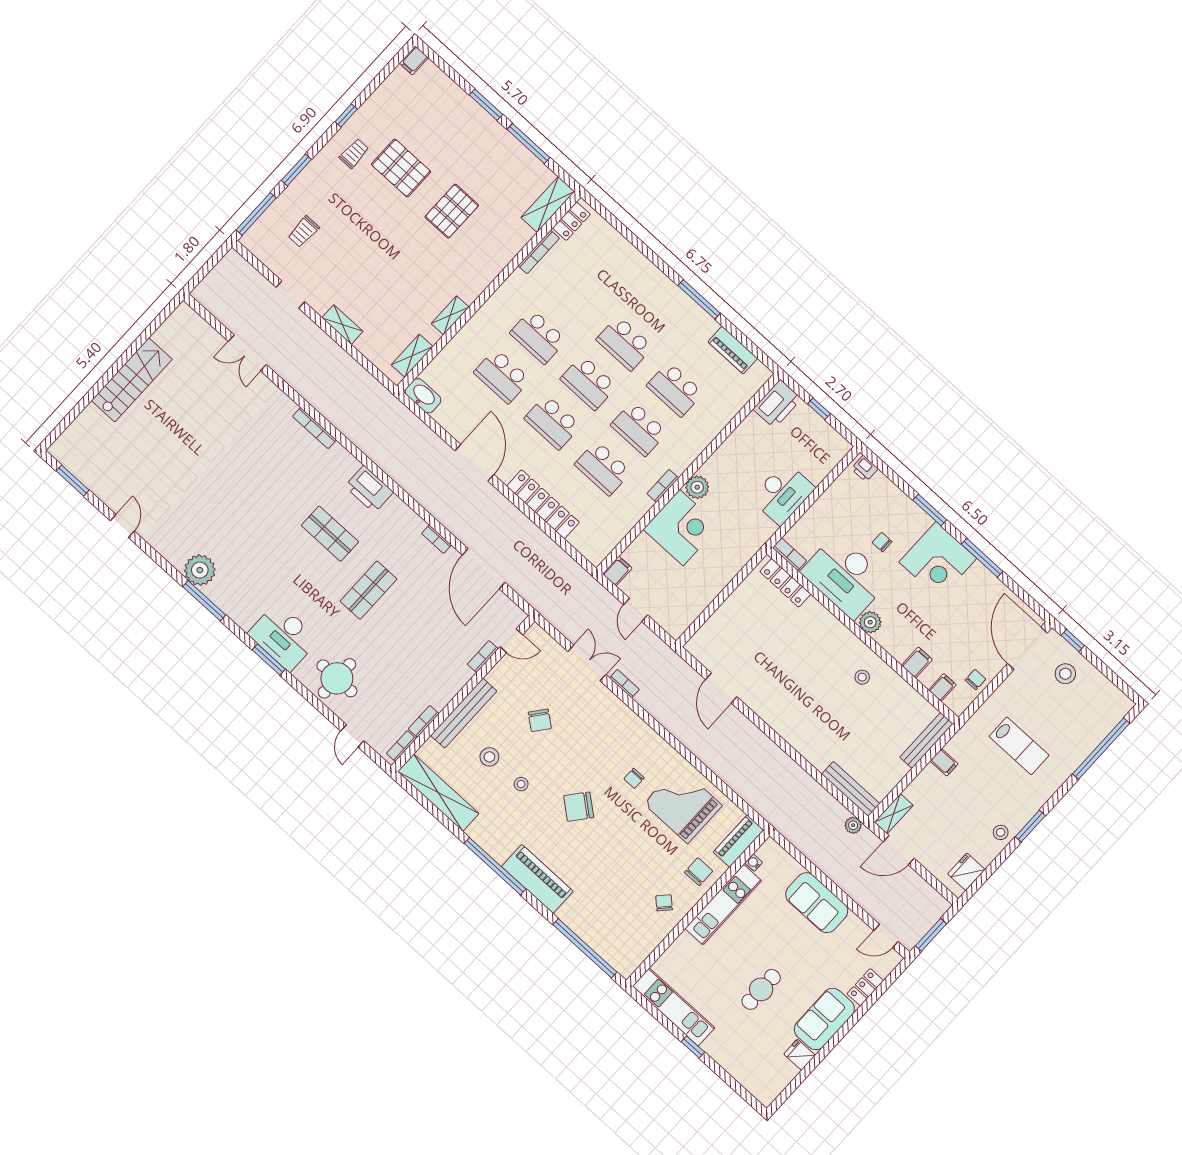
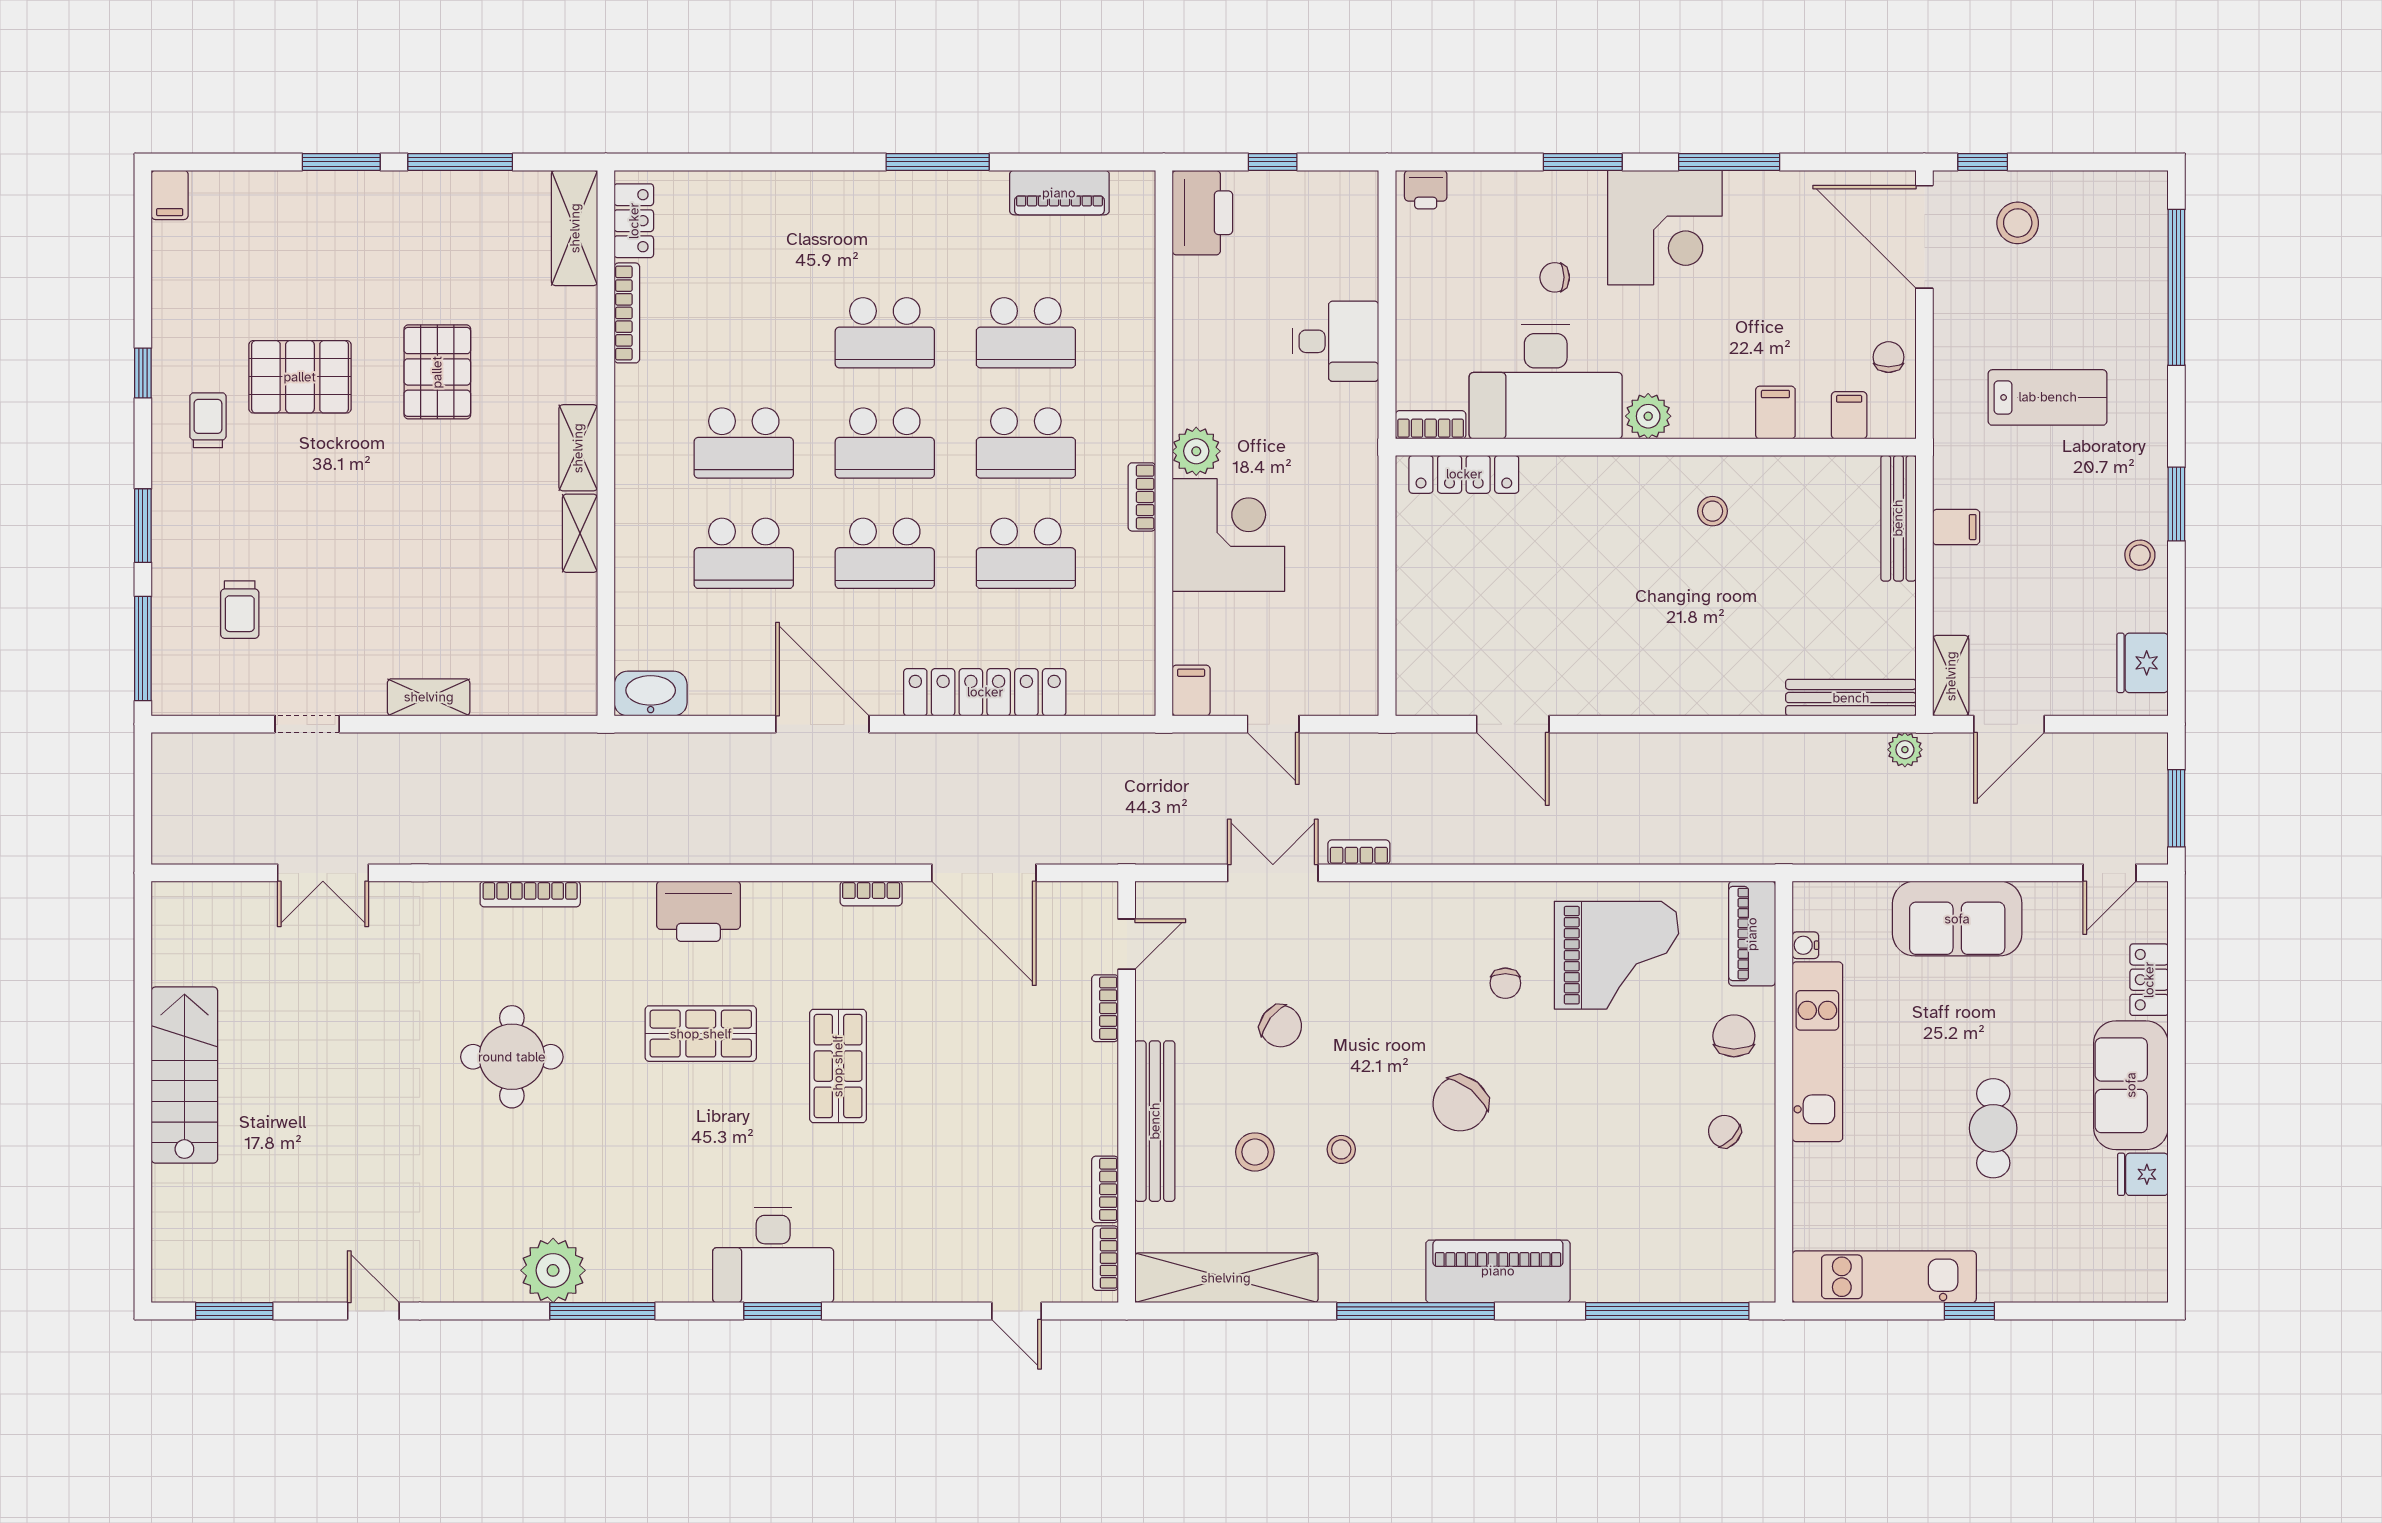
shelving: (412, 356) -> (578, 448), moved
desk: (783, 493) -> (1335, 341), width x0.73
round table: (337, 678) -> (512, 1057), moved
grand piano: (683, 805) -> (1617, 955), turned 180

